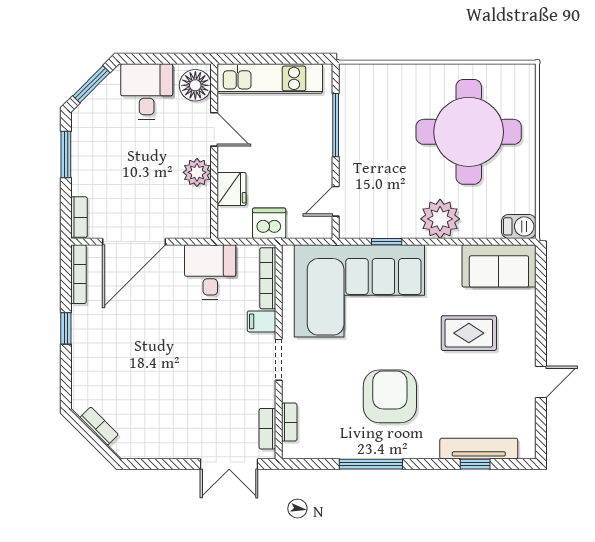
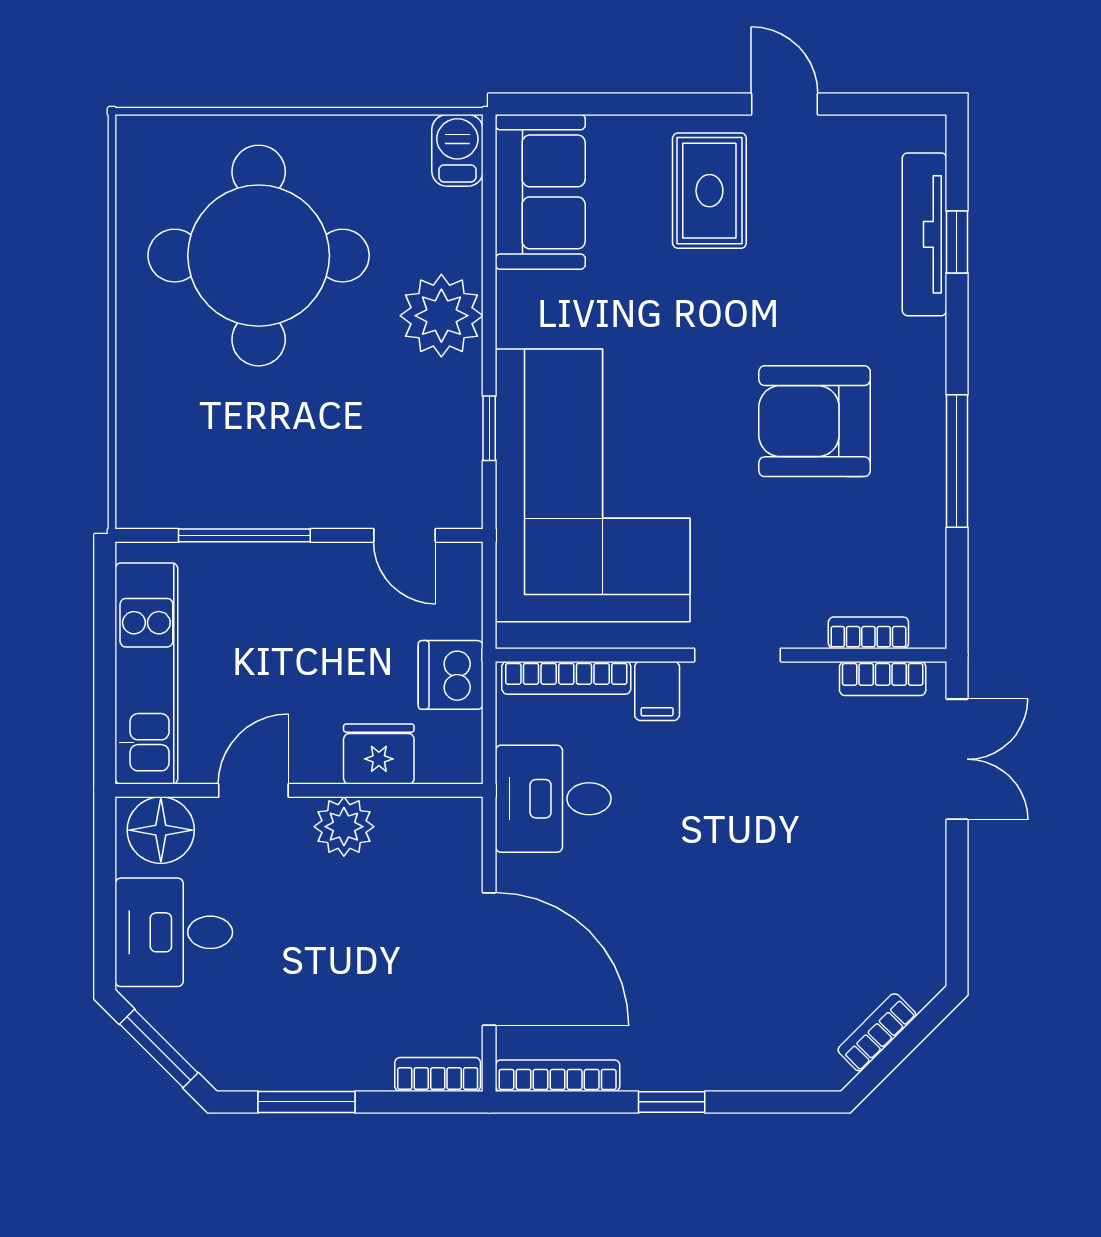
rug: (469, 333) -> (709, 191), moved

